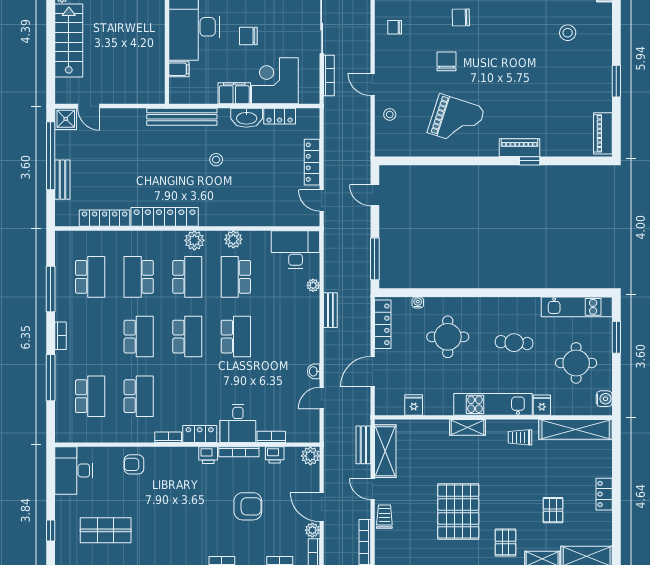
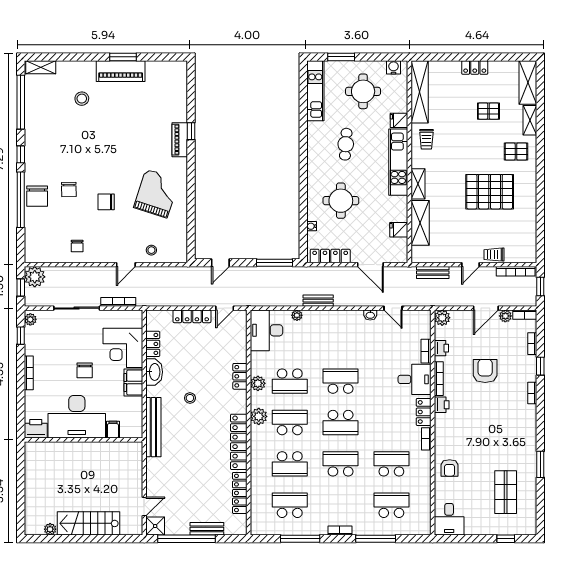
piano: (603, 133) -> (121, 71), moved, width x1.37, depth x1.33
locker: (242, 218) -> (240, 376), added
school desk: (187, 337) -> (341, 423), turned 180
shelving: (385, 451) -> (420, 223), moved, turned 90
desk: (74, 470) -> (449, 519), width x0.73

